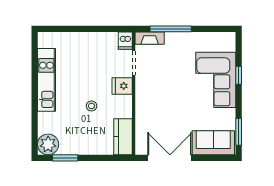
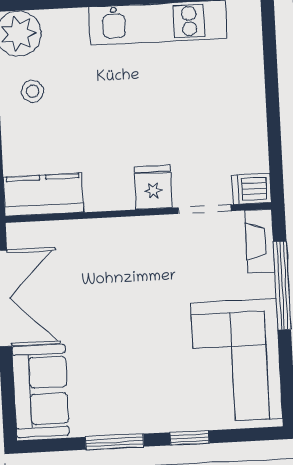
corner sofa: (216, 80) -> (237, 361), moved, turned -90
stool: (91, 106) -> (32, 91), moved
window: (239, 132) -> (115, 442), moved

